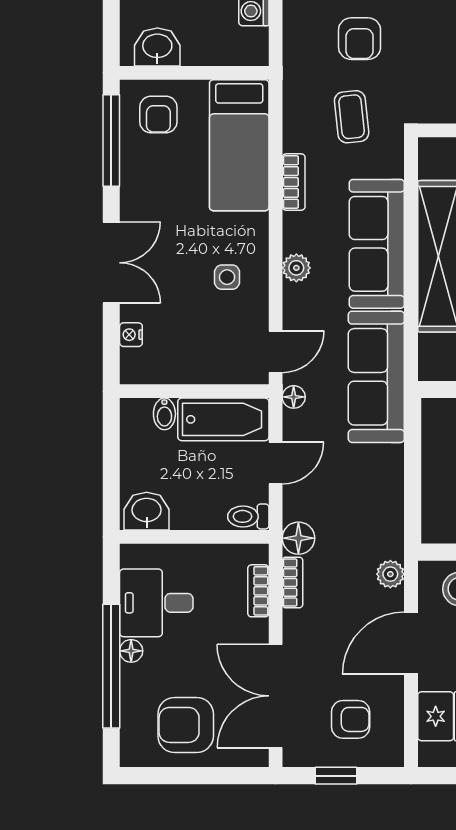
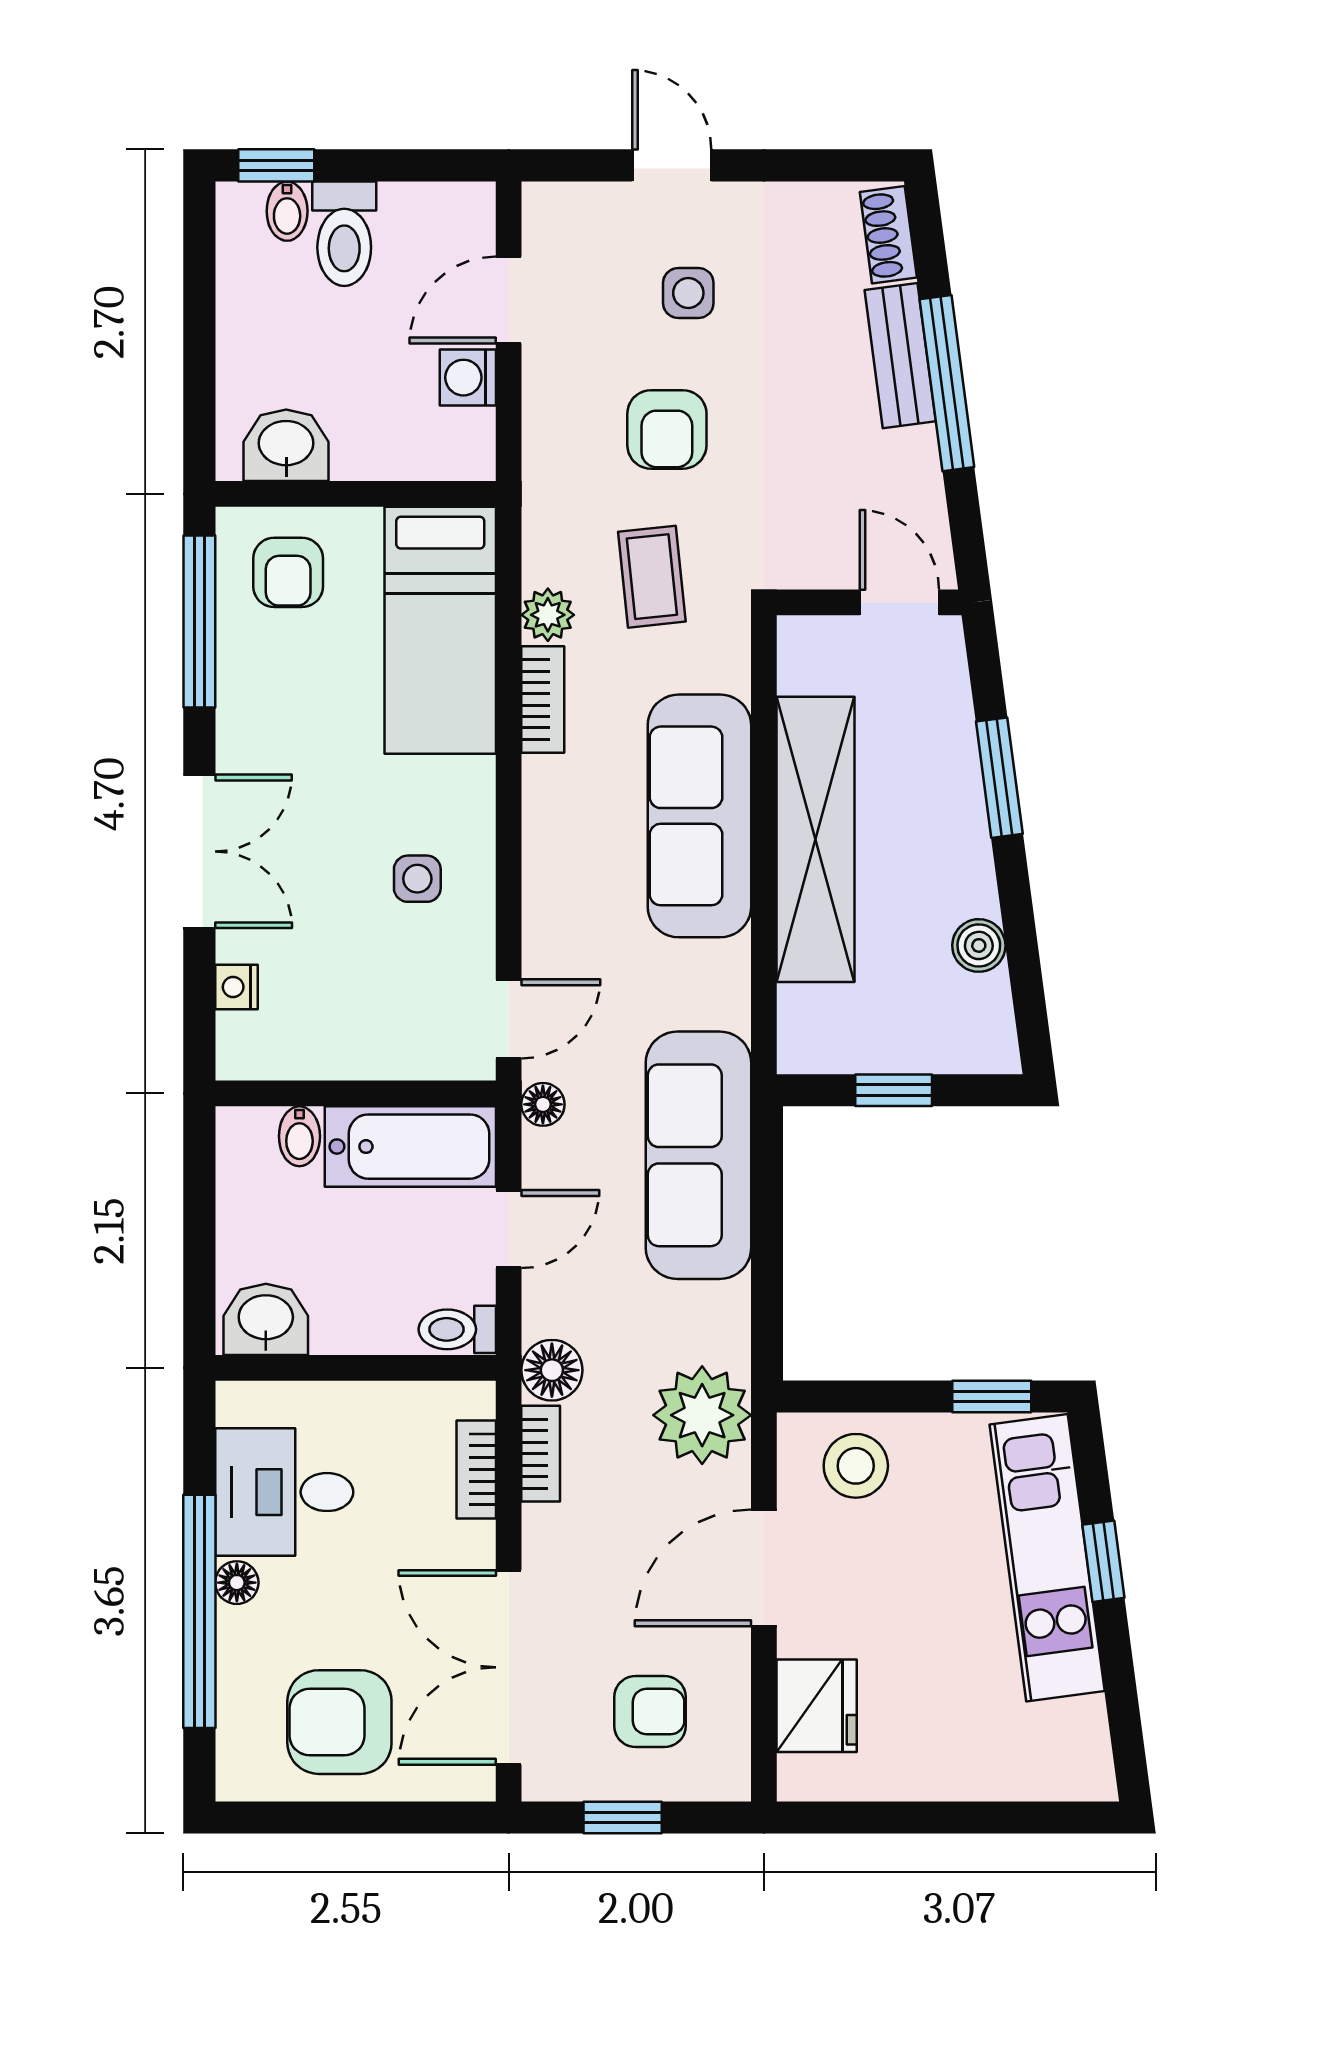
plant: (296, 268) -> (548, 615), moved
sofa: (376, 377) -> (698, 1155), moved
plant: (390, 574) -> (702, 1415), width x1.87, depth x1.87

